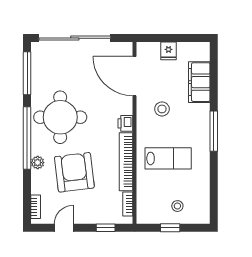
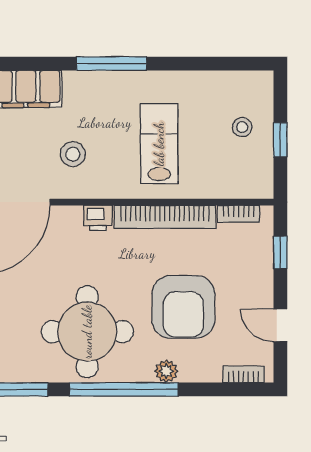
armchair: (74, 172) -> (183, 307), turned -83

